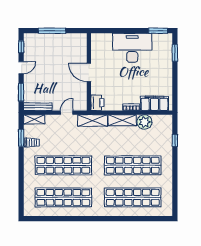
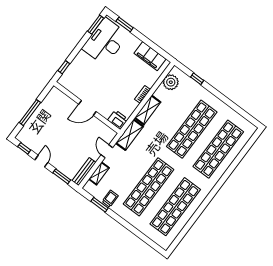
window: (107, 31) -> (64, 67), added
desk: (132, 48) -> (105, 42), moved
filing cabinet: (154, 103) -> (150, 56), moved, turned -90
shelving: (34, 119) -> (99, 173), moved
plant: (144, 122) -> (171, 82), moved

